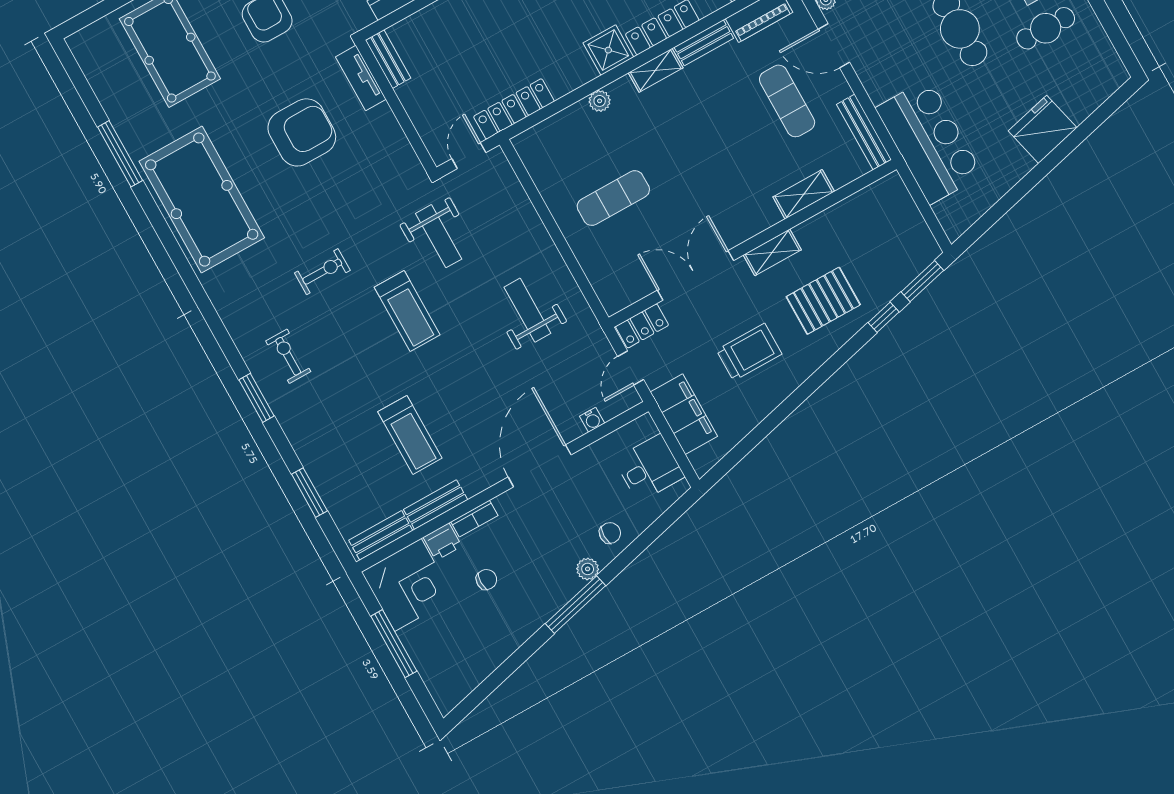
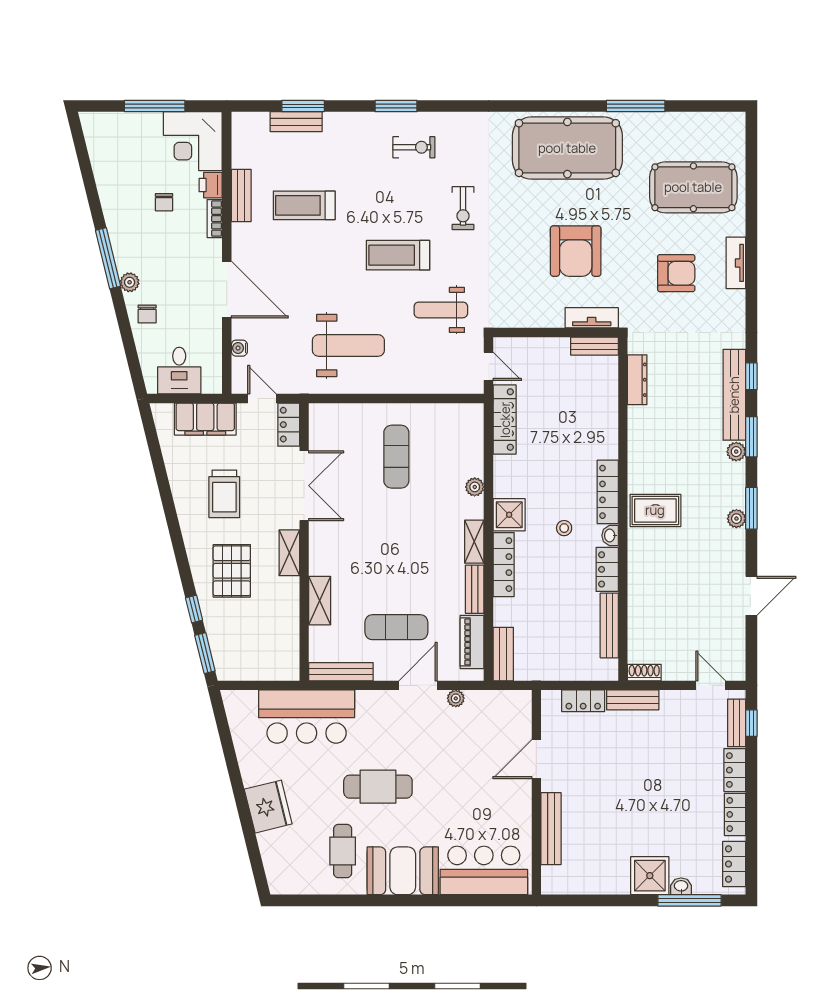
weight bench: (527, 310) -> (348, 345), width x1.36, depth x1.33
bench: (381, 535) -> (296, 122), moved, turned 90

